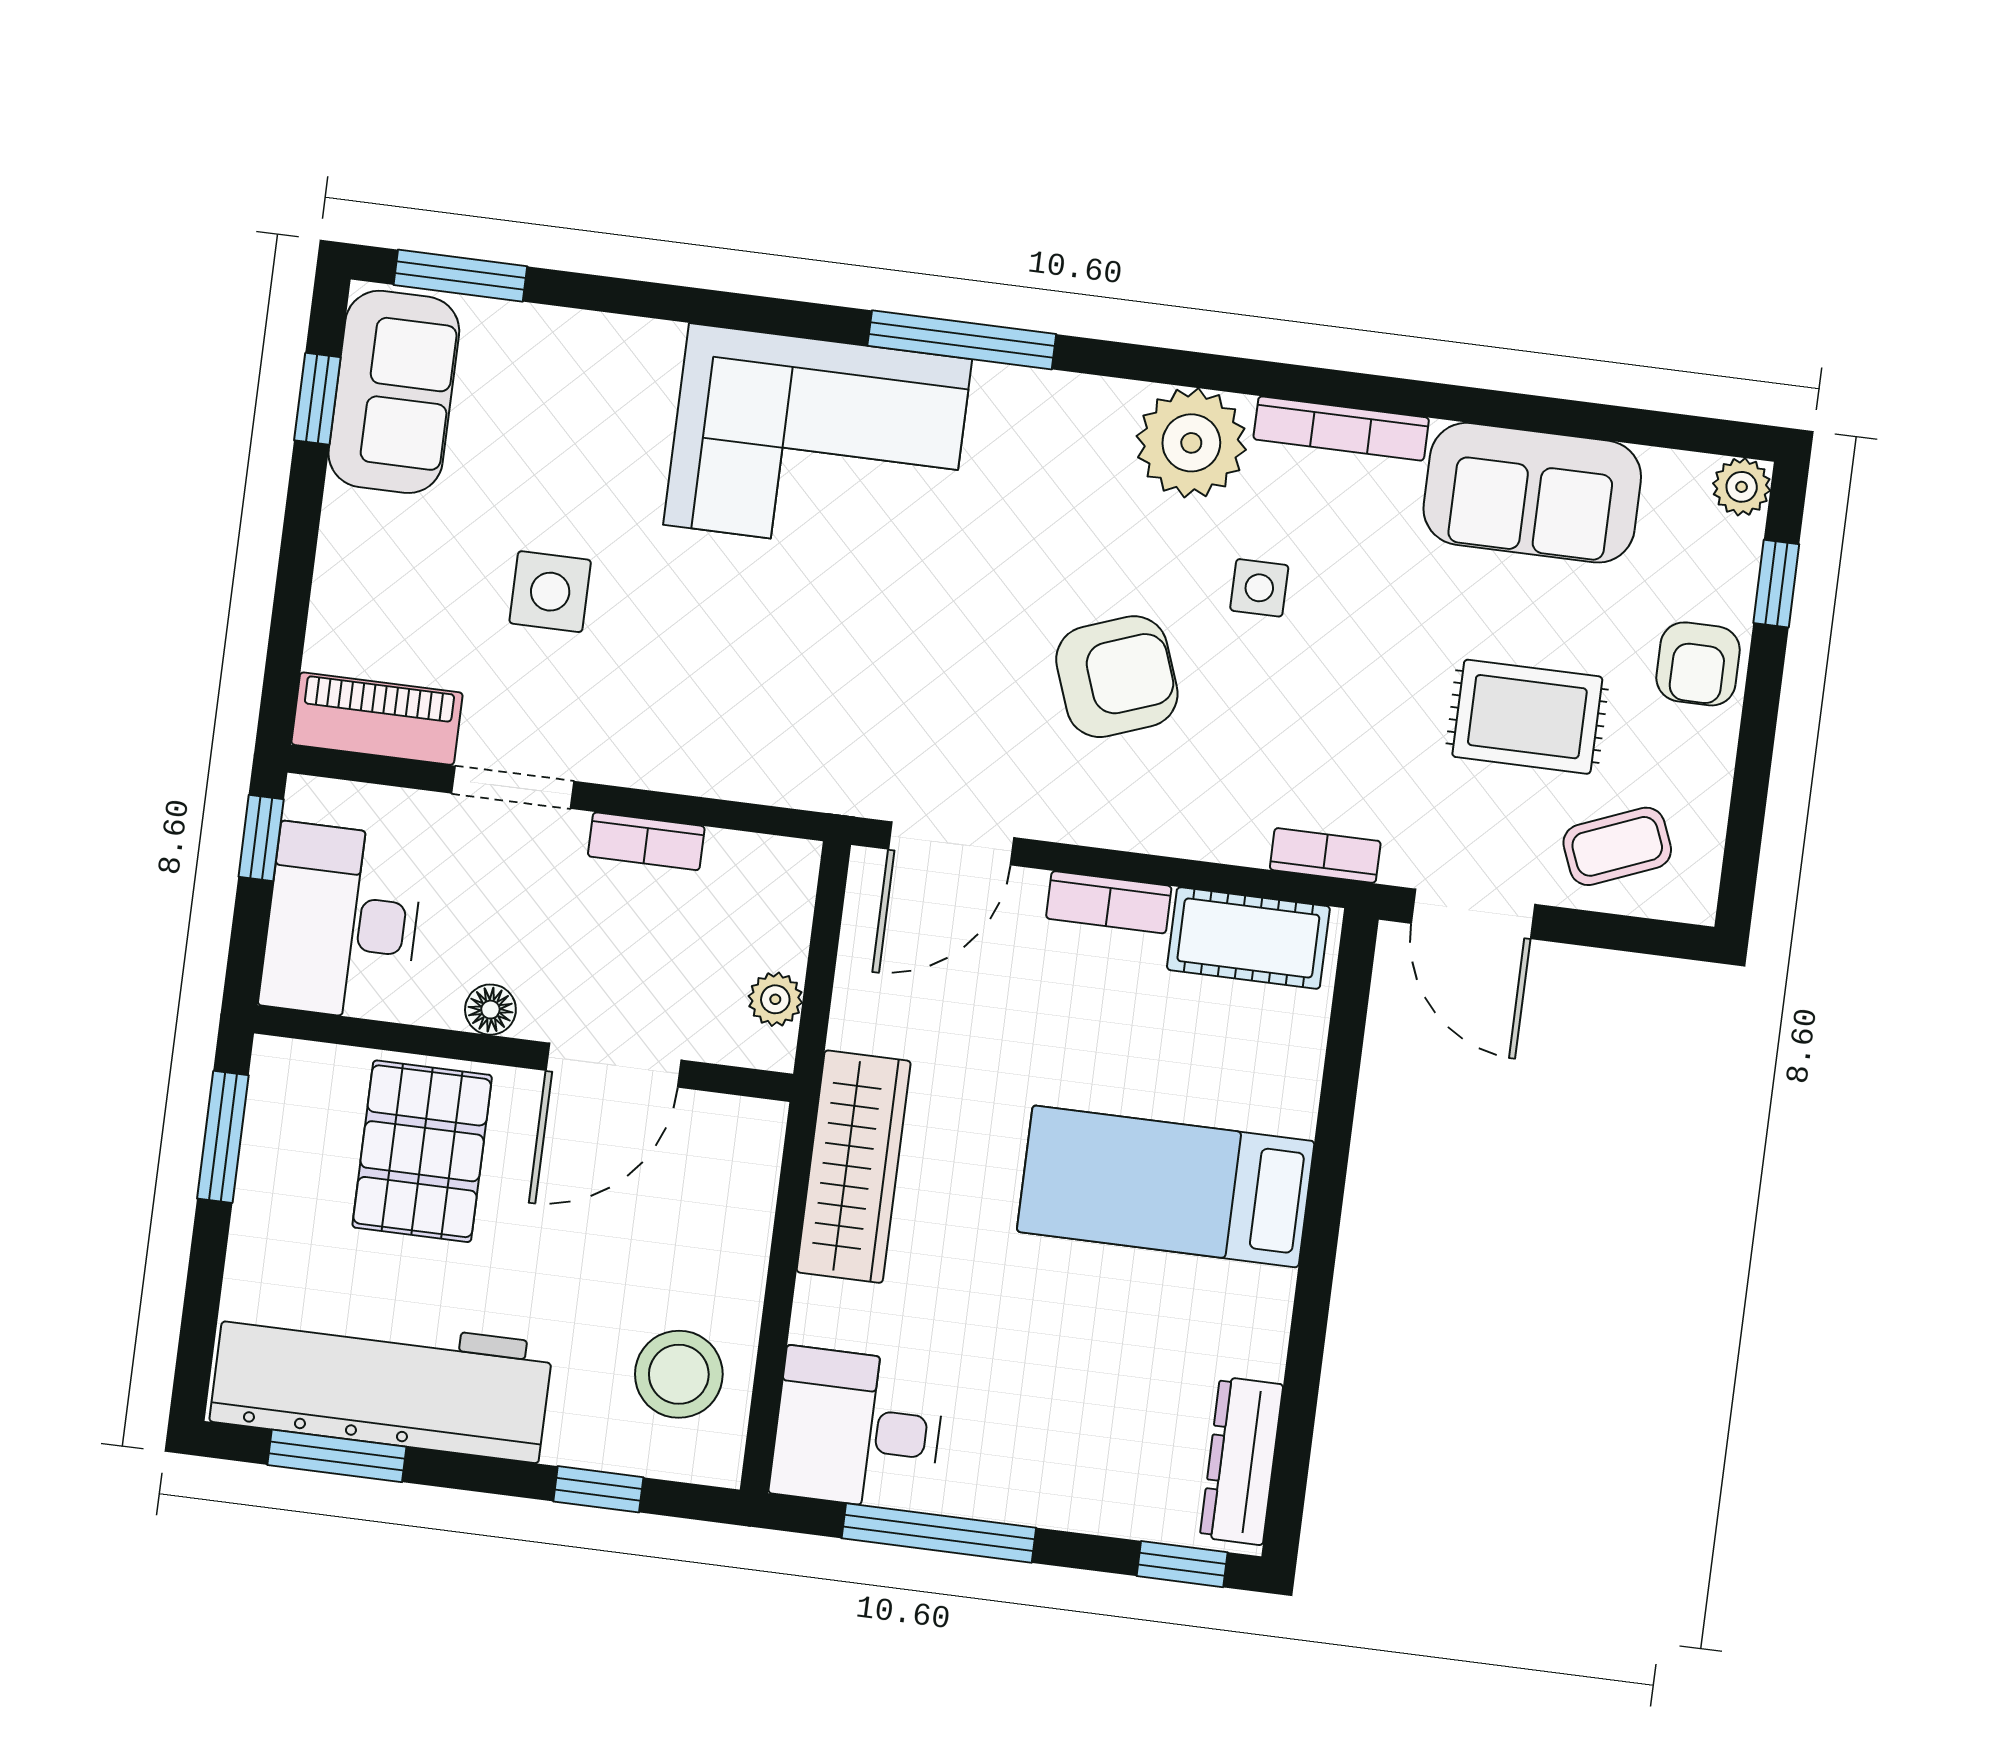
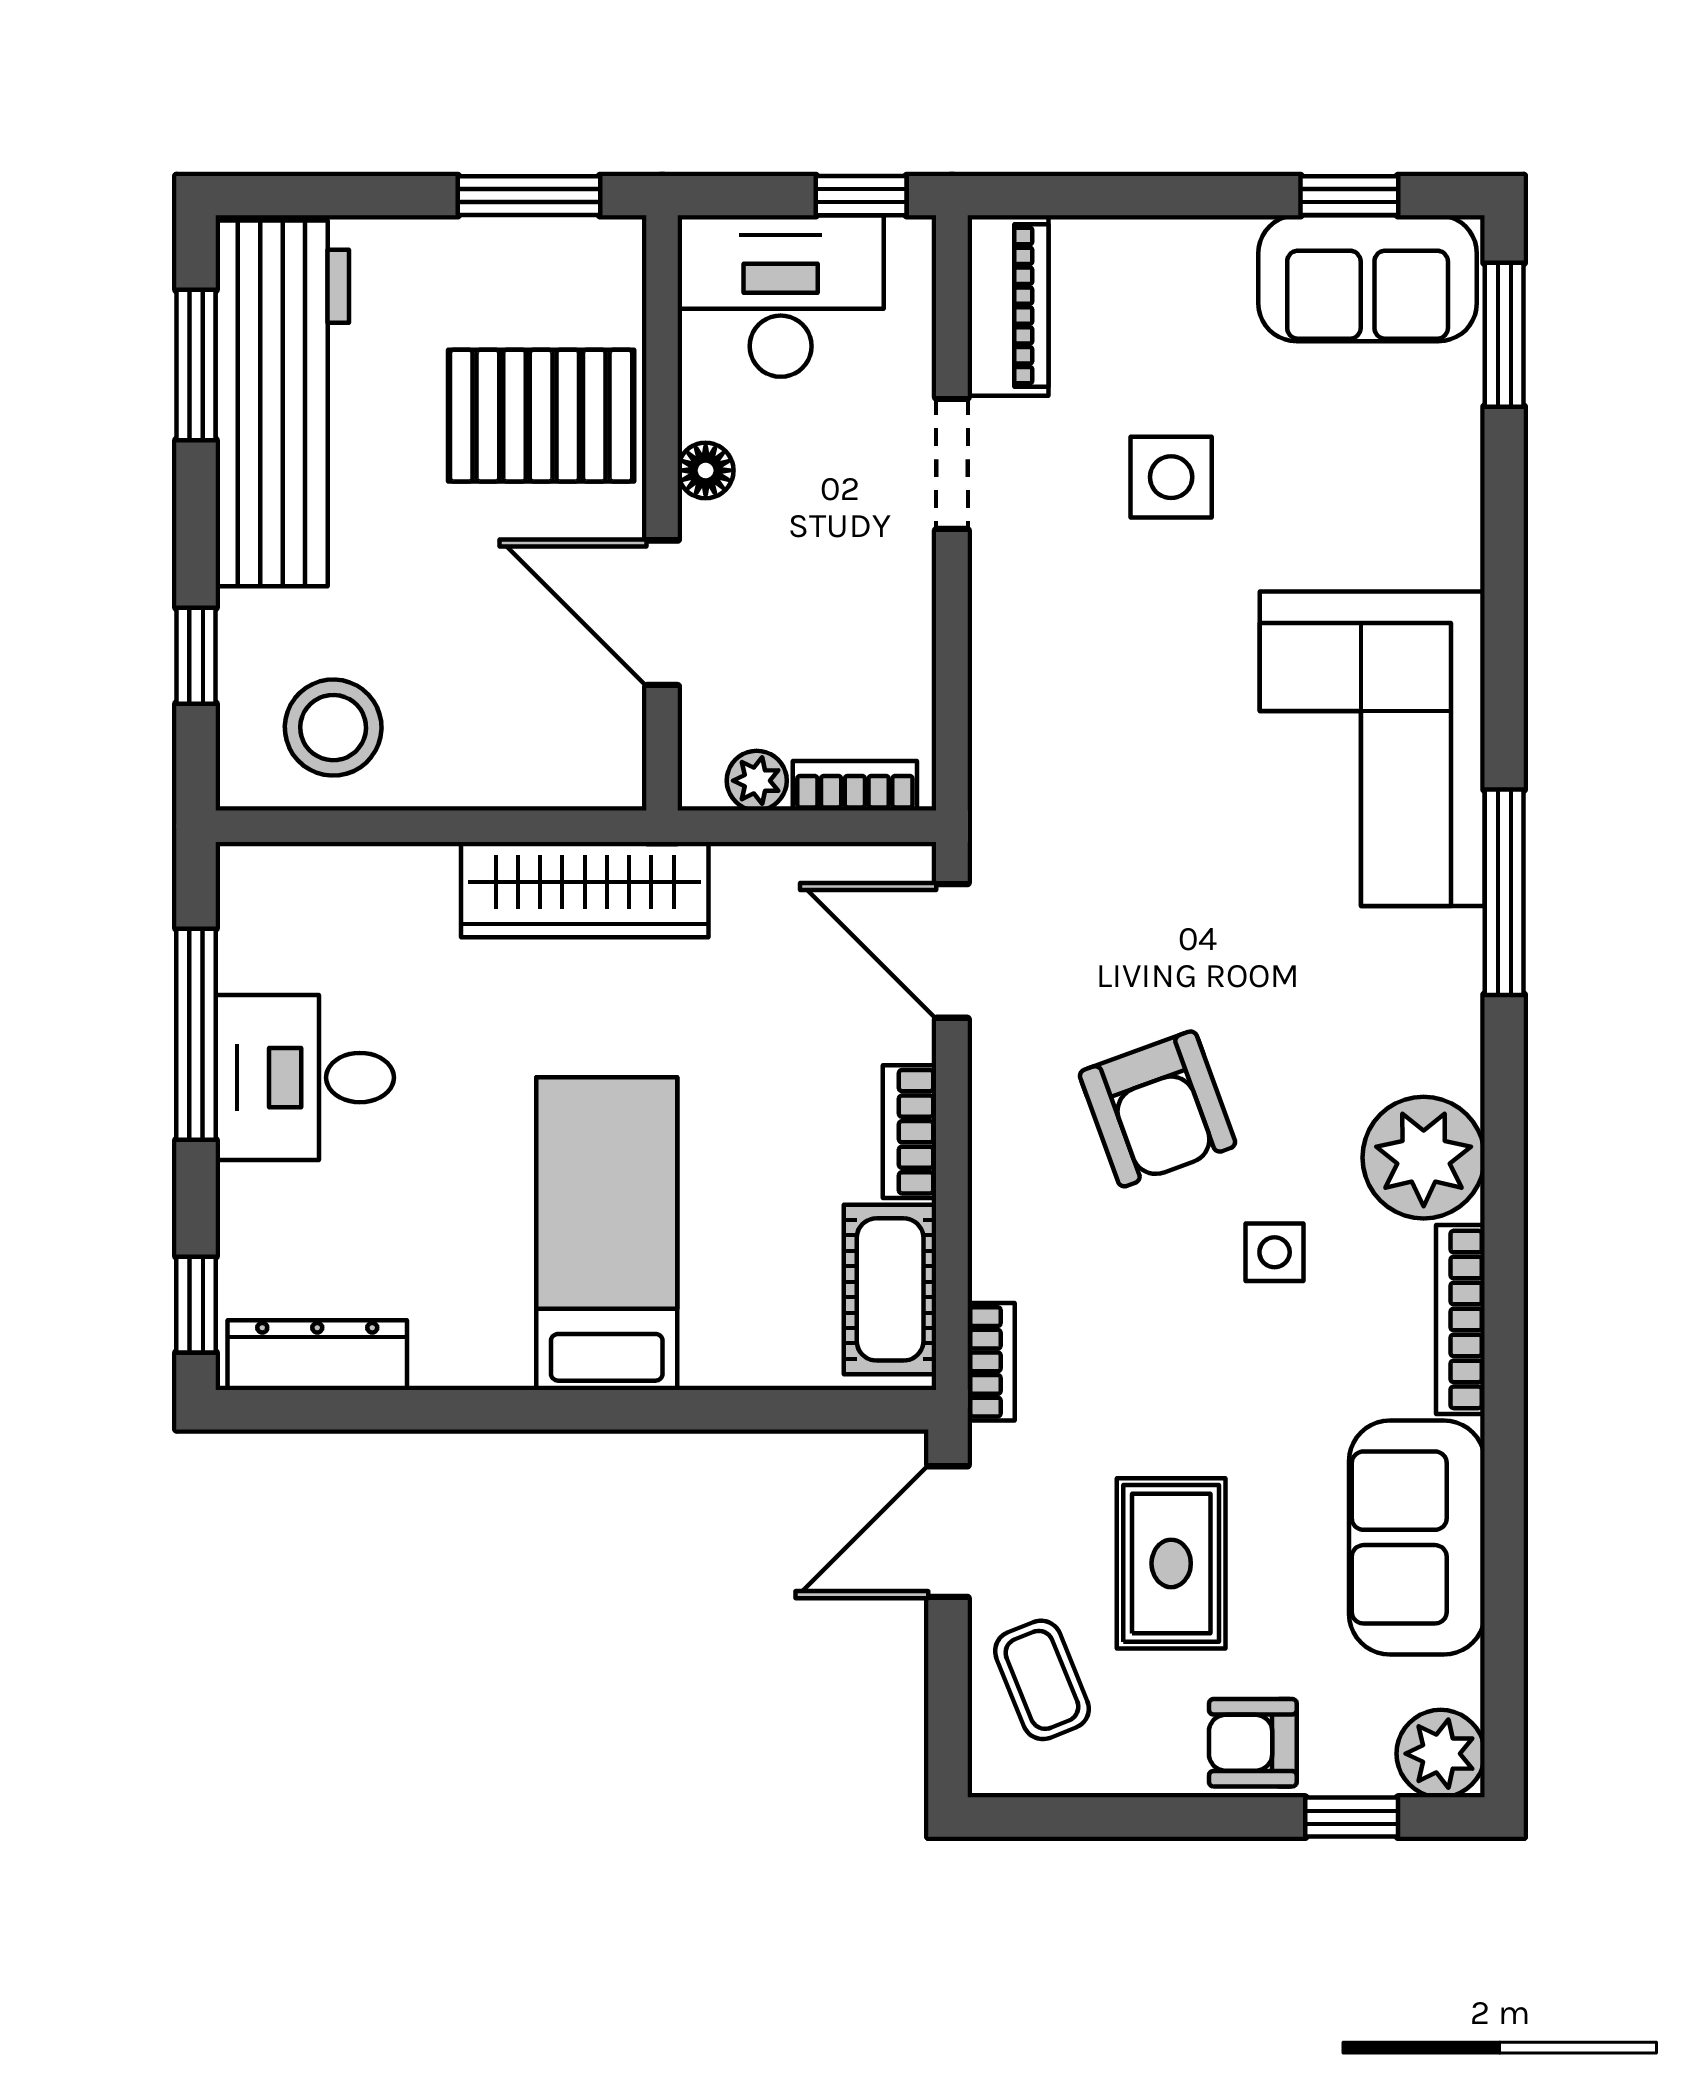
plant: (1742, 487) -> (1441, 1754), width x1.38, depth x1.38
bookcase: (646, 841) -> (855, 786), moved, turned 90
desk: (858, 1429) -> (305, 1078), moved, turned -90

